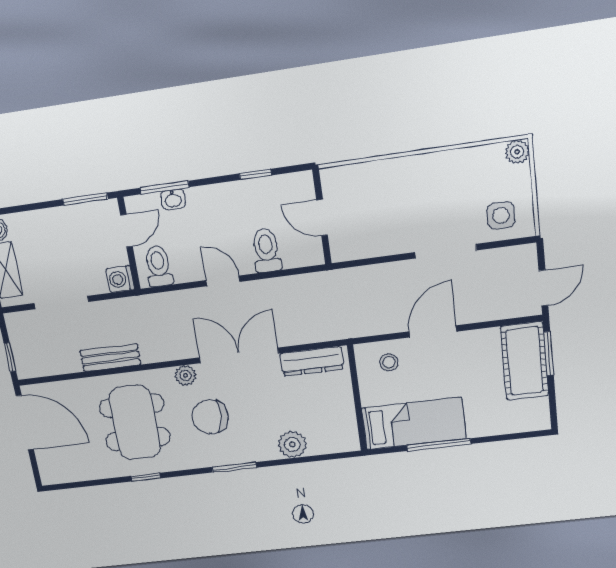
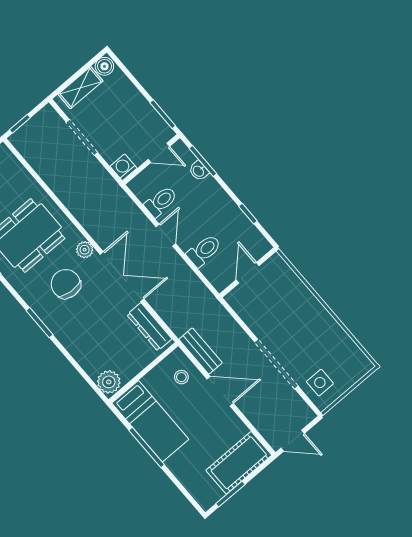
plant: (517, 152) -> (364, 365), removed
doorway: (446, 251) -> (276, 364), width x1.36
toilet: (158, 266) -> (161, 202), moved
window: (549, 354) -> (230, 494), moved
bench: (110, 358) -> (201, 351), moved
plant: (292, 444) -> (109, 382), moved

